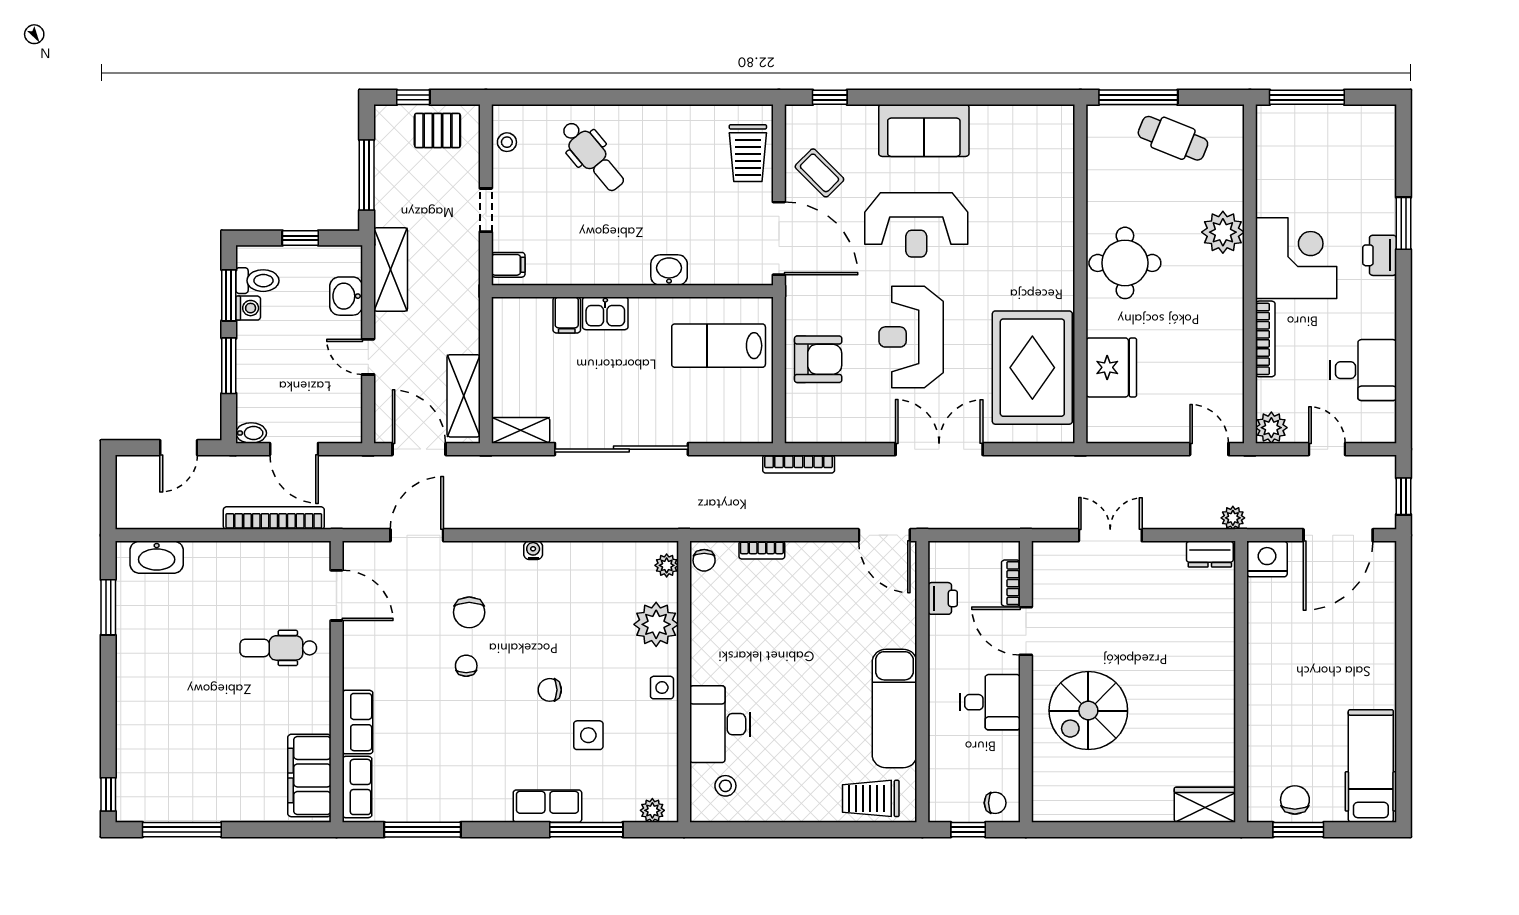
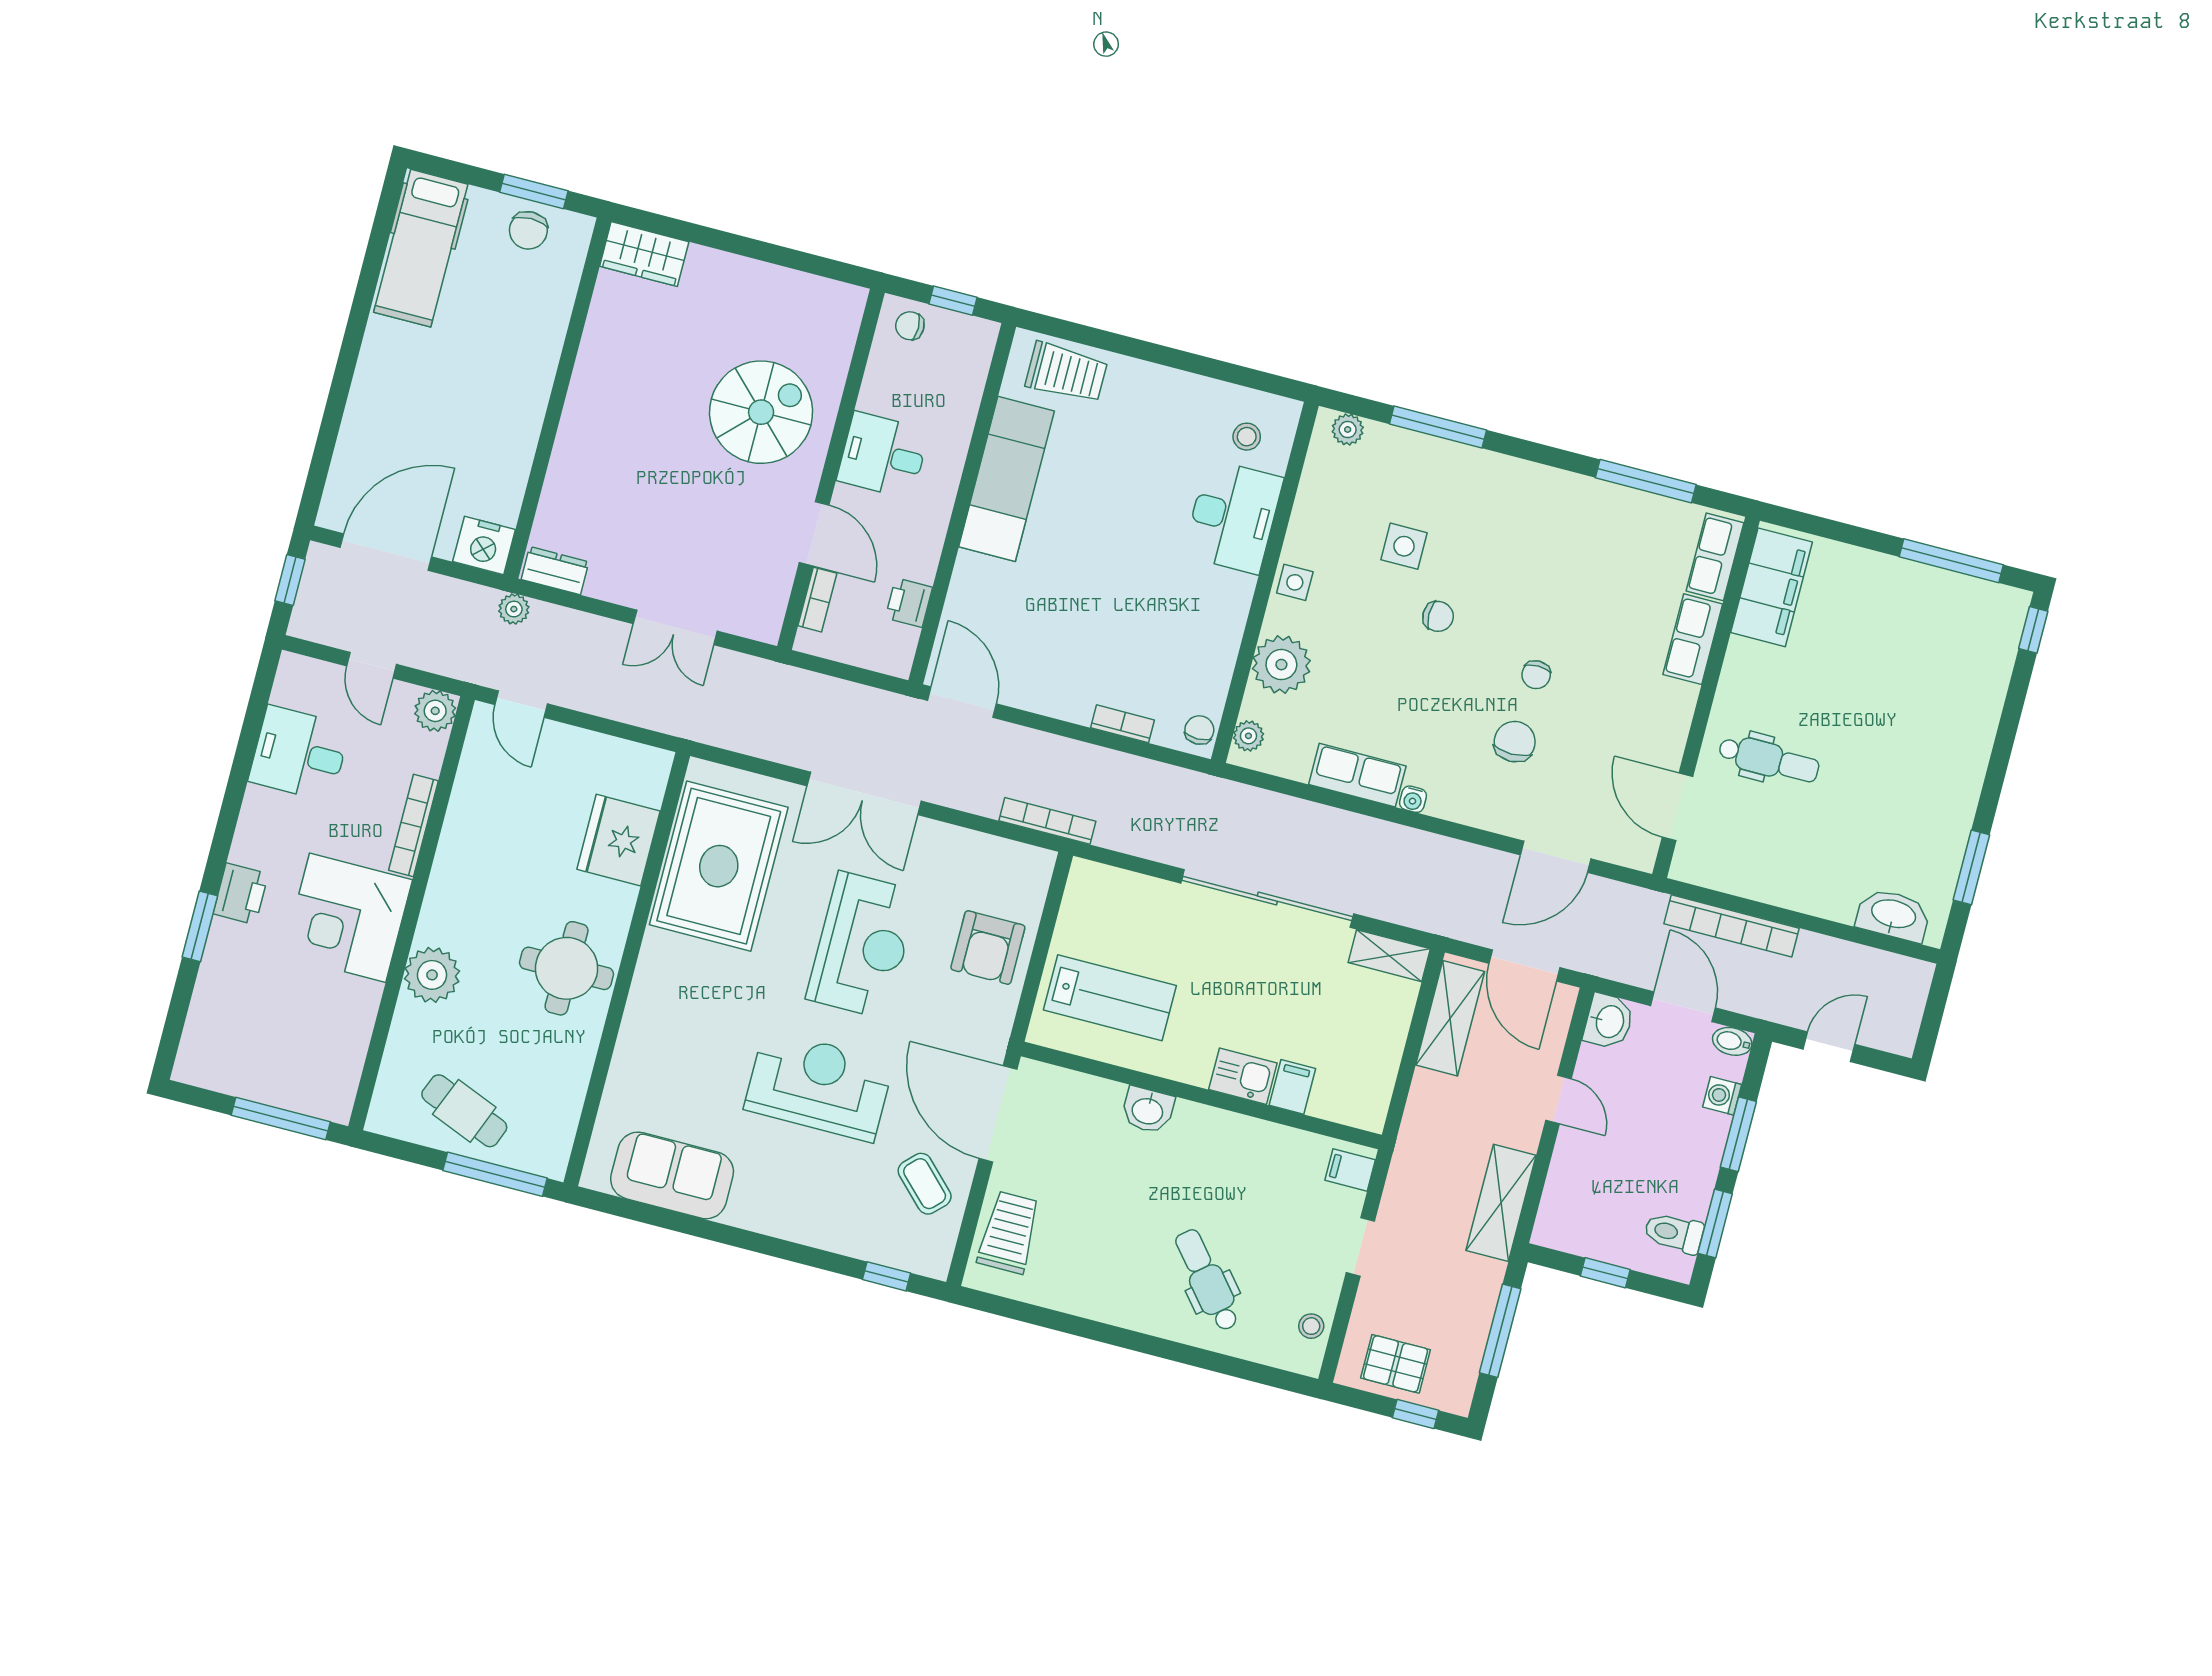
sofa: (924, 130) -> (672, 1175), moved
washbasin: (346, 296) -> (1609, 1021), moved
washing machine: (248, 308) -> (1722, 1096), moved
armchair: (818, 359) -> (988, 948), turned -90
row of seats: (547, 806) -> (1357, 775), moved, turned 180

